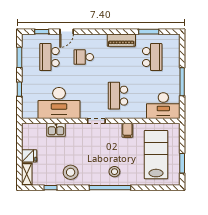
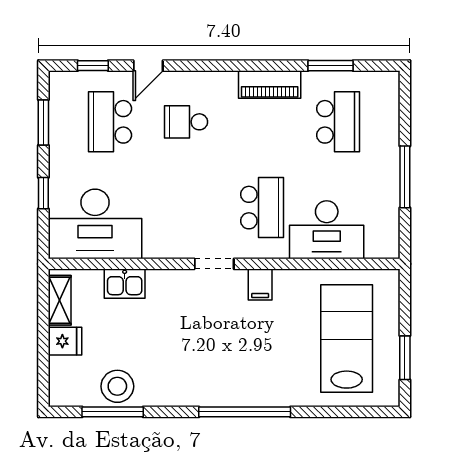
school desk: (118, 96) -> (262, 208), turned 180
desk: (59, 103) -> (95, 224), moved
desk: (163, 106) -> (327, 230), moved
filing cabinet: (127, 130) -> (260, 285), moved
stool: (71, 172) -> (117, 386), moved
stool: (114, 172) -> (254, 376), removed
shelving: (27, 174) -> (60, 300), moved
window: (51, 188) -> (113, 412), width x2.17

